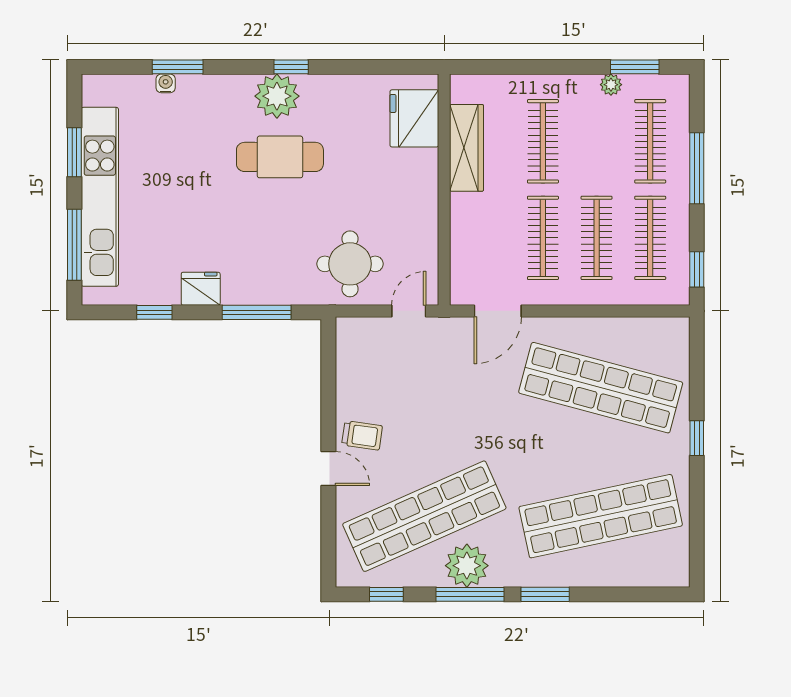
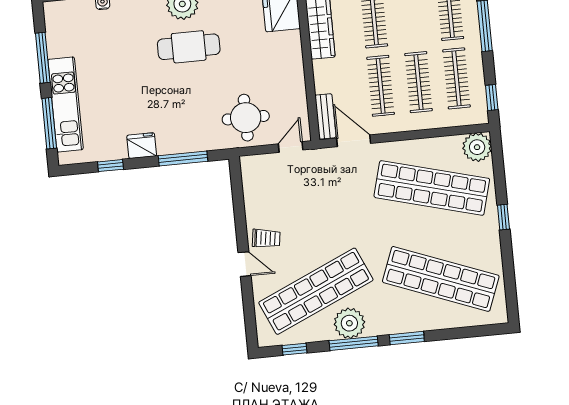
window: (74, 152) -> (43, 58), width x1.44
kitchen unit: (100, 197) -> (66, 104), width x0.73
bench: (462, 273) -> (325, 116), added
door: (498, 311) -> (354, 141), swing flipped
plant: (669, 337) -> (477, 147), added
shop shelf: (601, 516) -> (441, 279), turned 33

